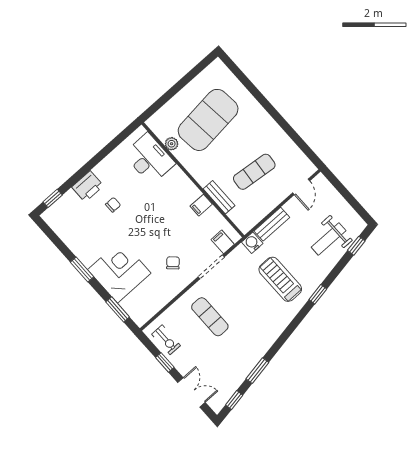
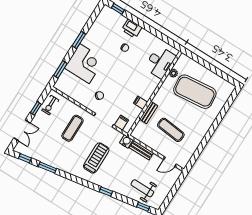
treadmill: (280, 279) -> (96, 158), moved

